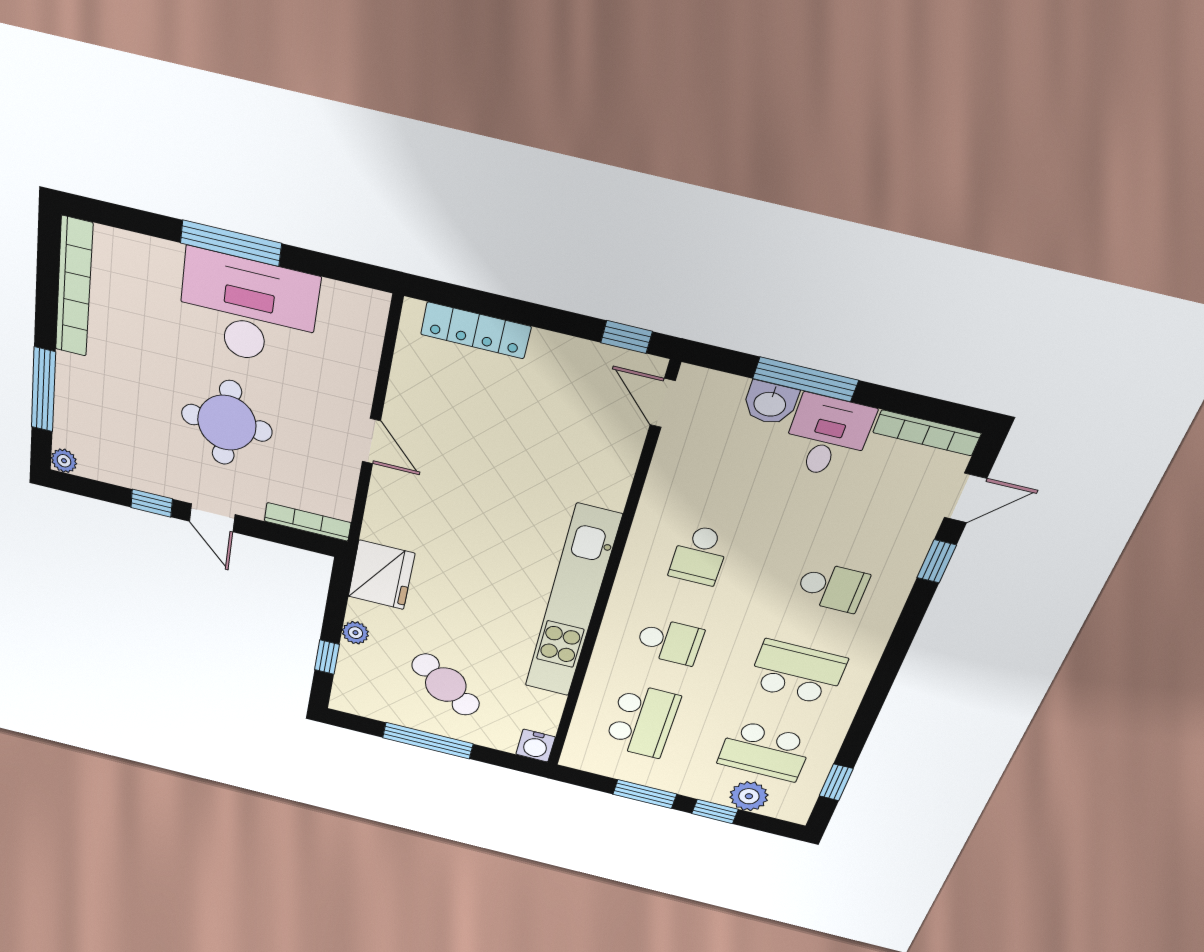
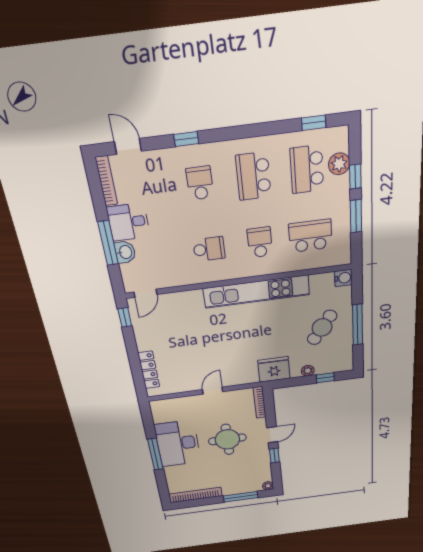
window: (937, 561) -> (186, 139), moved
school desk: (765, 751) -> (307, 169), turned 180

